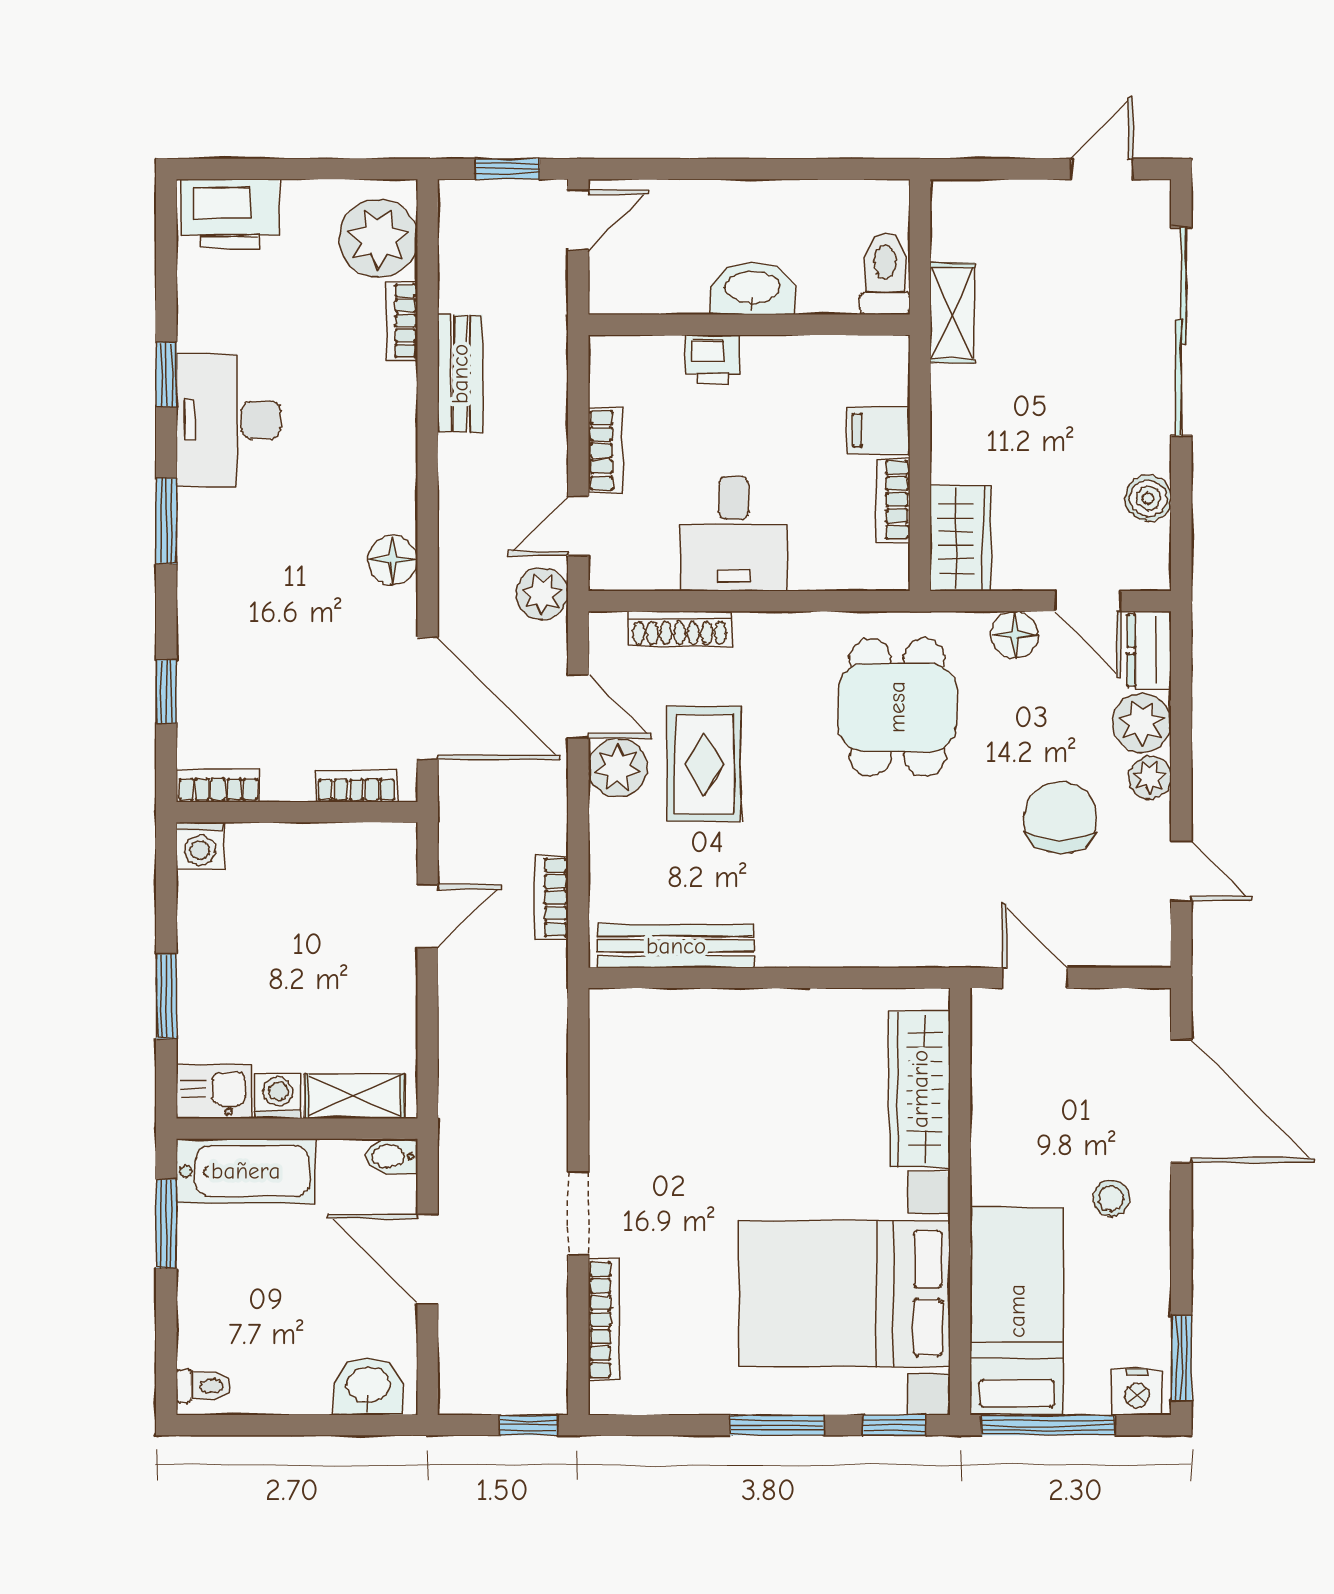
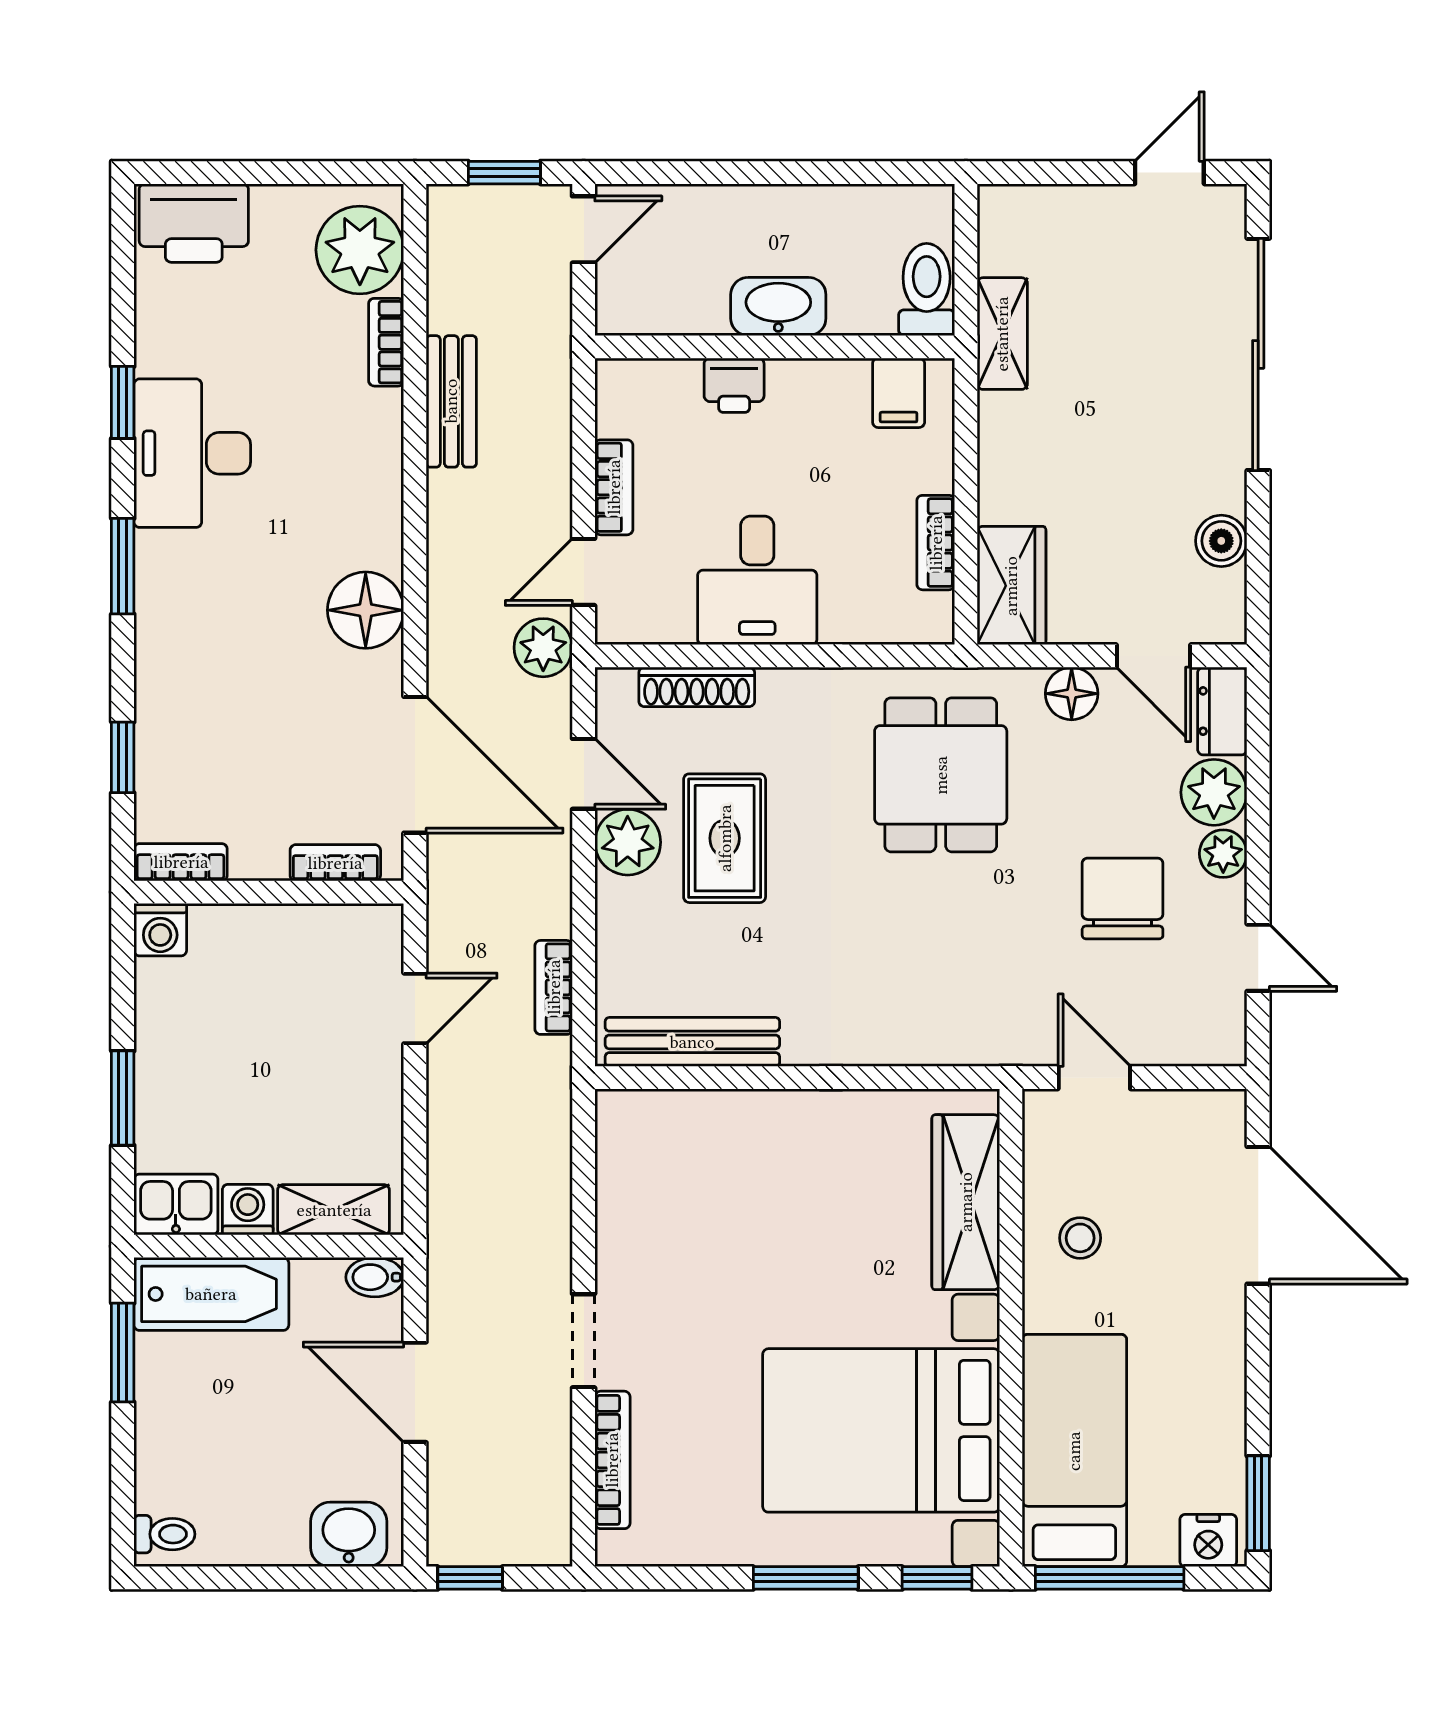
filing cabinet: (879, 430) -> (899, 393), moved, turned -90
floor lamp: (393, 560) -> (366, 610), width x1.38, depth x1.38
stool: (1111, 1198) -> (1080, 1238), moved
window: (528, 1425) -> (470, 1578), moved

